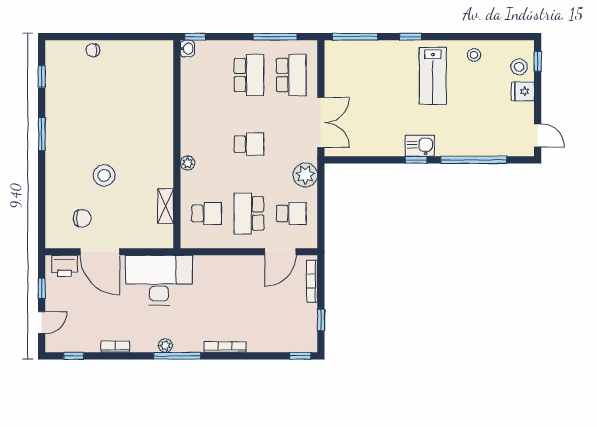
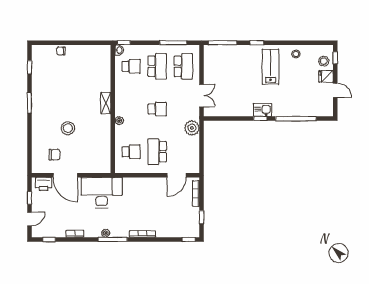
lab bench: (433, 76) -> (271, 67), turned 180
double door: (321, 122) -> (202, 96), width x0.73
door: (538, 135) -> (335, 90), moved
shelving: (166, 206) -> (106, 103), moved
school desk: (291, 213) -> (131, 66), moved

